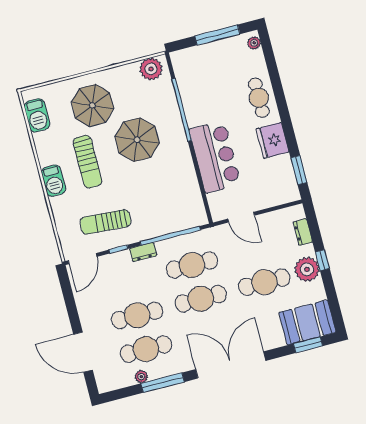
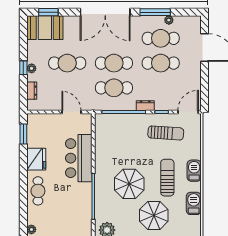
barbecue: (37, 115) -> (194, 203), moved
plant: (307, 269) -> (32, 68), width x0.53, depth x0.53

